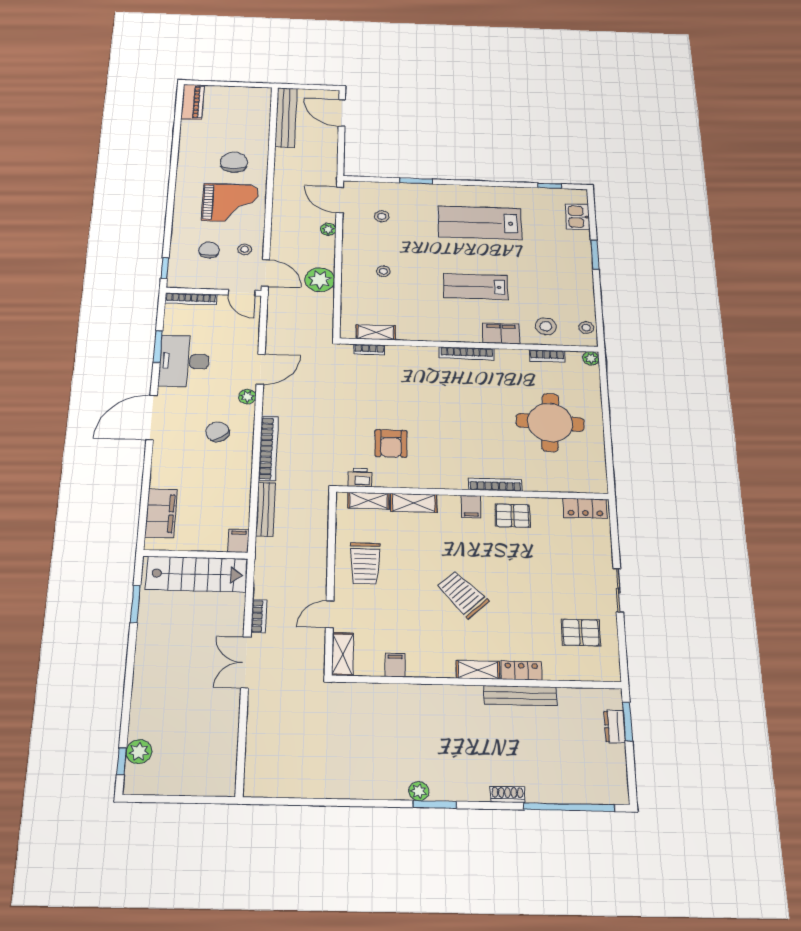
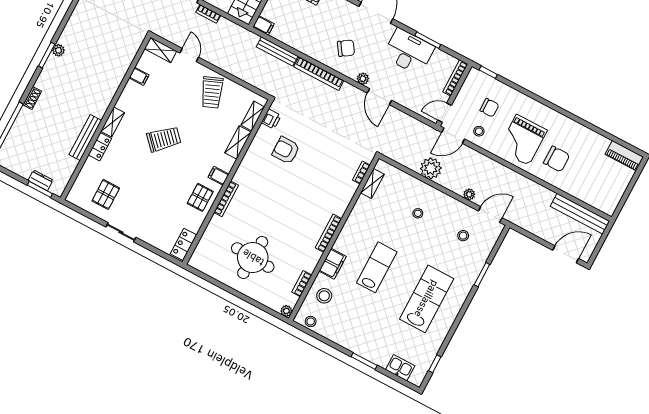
trolley: (365, 563) -> (212, 92), turned -112

